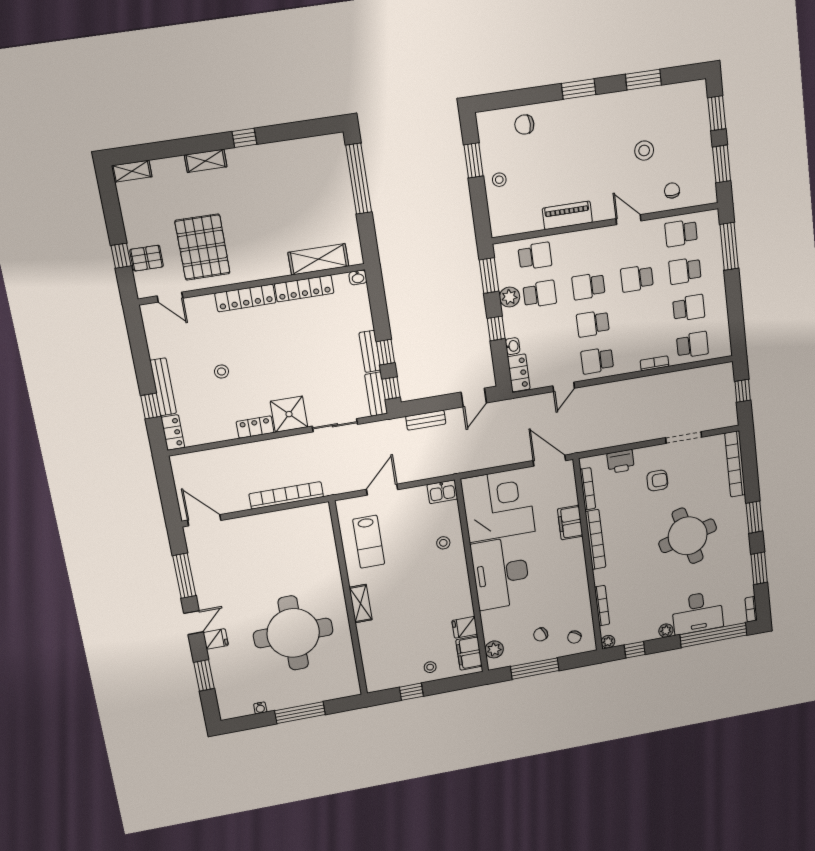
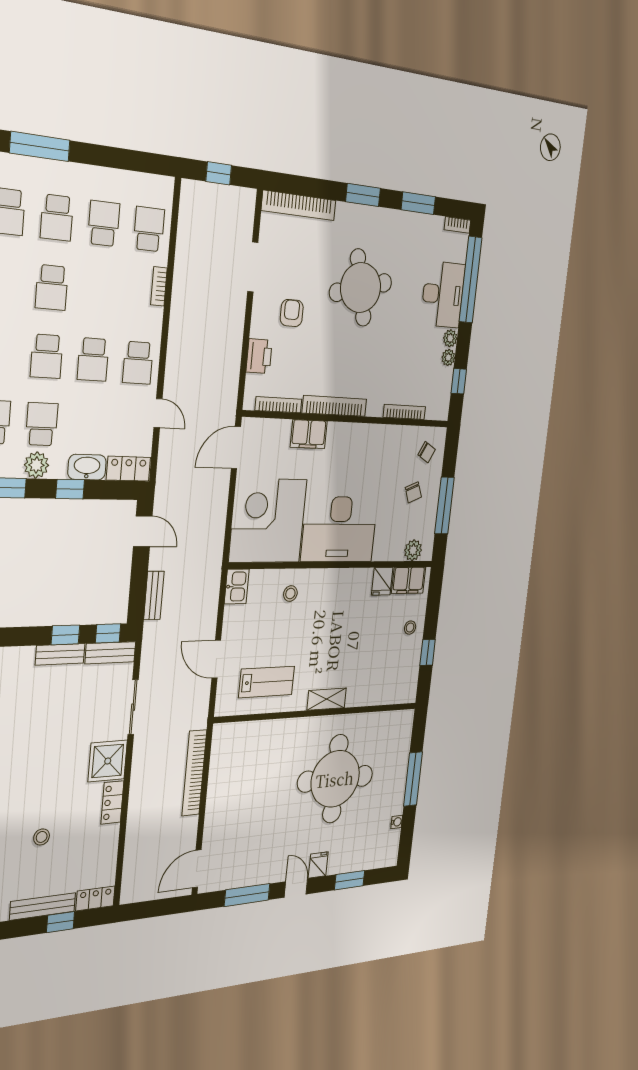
washbasin: (513, 346) -> (87, 467), width x1.91, depth x1.45
plant: (608, 642) -> (448, 357), moved

